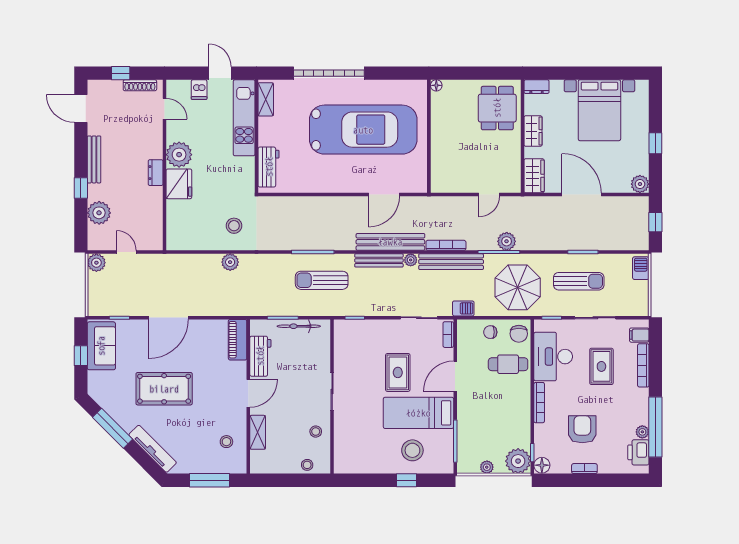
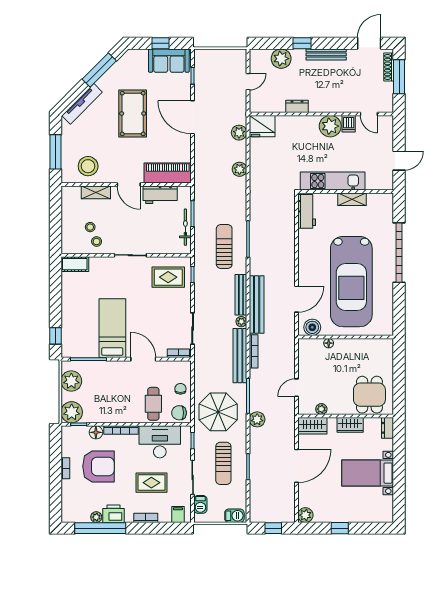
window: (121, 73) -> (399, 77), width x2.17
shoe rack: (140, 85) -> (389, 67), moved
floor lamp: (436, 85) -> (329, 343), moved
dishwasher: (199, 90) -> (349, 124), moved, turned -90
shelving: (266, 99) -> (352, 199), moved
dining table: (497, 108) -> (369, 395), turned 90
door: (165, 109) -> (369, 114), hinge flipped
bed with nightstands: (599, 110) -> (368, 473), width x0.73
kitchen unit: (244, 118) -> (333, 181), moved
plant: (514, 165) -> (321, 409), added
workbench: (269, 167) -> (307, 211), moved, turned -90
dresser: (156, 173) -> (297, 106), moved
boiler: (417, 176) -> (312, 327), added
fridge: (179, 184) -> (262, 126), moved
door: (384, 195) -> (296, 299), swing flipped
door: (489, 195) -> (296, 388), hinge flipped
stool: (234, 226) -> (270, 172), removed
plant: (507, 241) -> (257, 419), moved
plant: (96, 263) -> (239, 133), moved
barbecue: (463, 308) -> (200, 504), moved
piano: (238, 340) -> (168, 173), width x1.37, depth x1.33
bookcase: (643, 365) -> (146, 518), width x0.64
rug: (398, 372) -> (168, 277), moved
armchair: (582, 429) -> (98, 466), width x1.36, depth x1.36
stool: (226, 442) -> (88, 166), width x1.89, depth x1.89
stool: (412, 450) -> (81, 323), removed
printer: (638, 452) -> (114, 514), moved
cot: (343, 457) -> (75, 264), added
stool: (307, 465) -> (90, 227), moved
floor lamp: (542, 465) -> (96, 432), moved
plant: (487, 467) -> (71, 381), width x1.88, depth x1.88
window: (406, 480) -> (55, 336), moved

